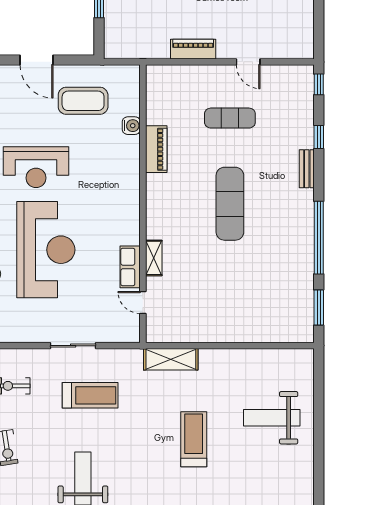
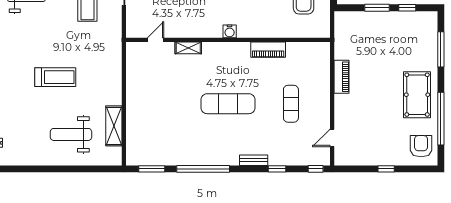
door: (248, 62) -> (332, 138), moved
water cooler: (131, 126) -> (230, 31), moved
row of seats: (130, 267) -> (182, 31), removed
shelving: (171, 359) -> (114, 126), moved
weight bench: (272, 418) -> (71, 134), turned -90

